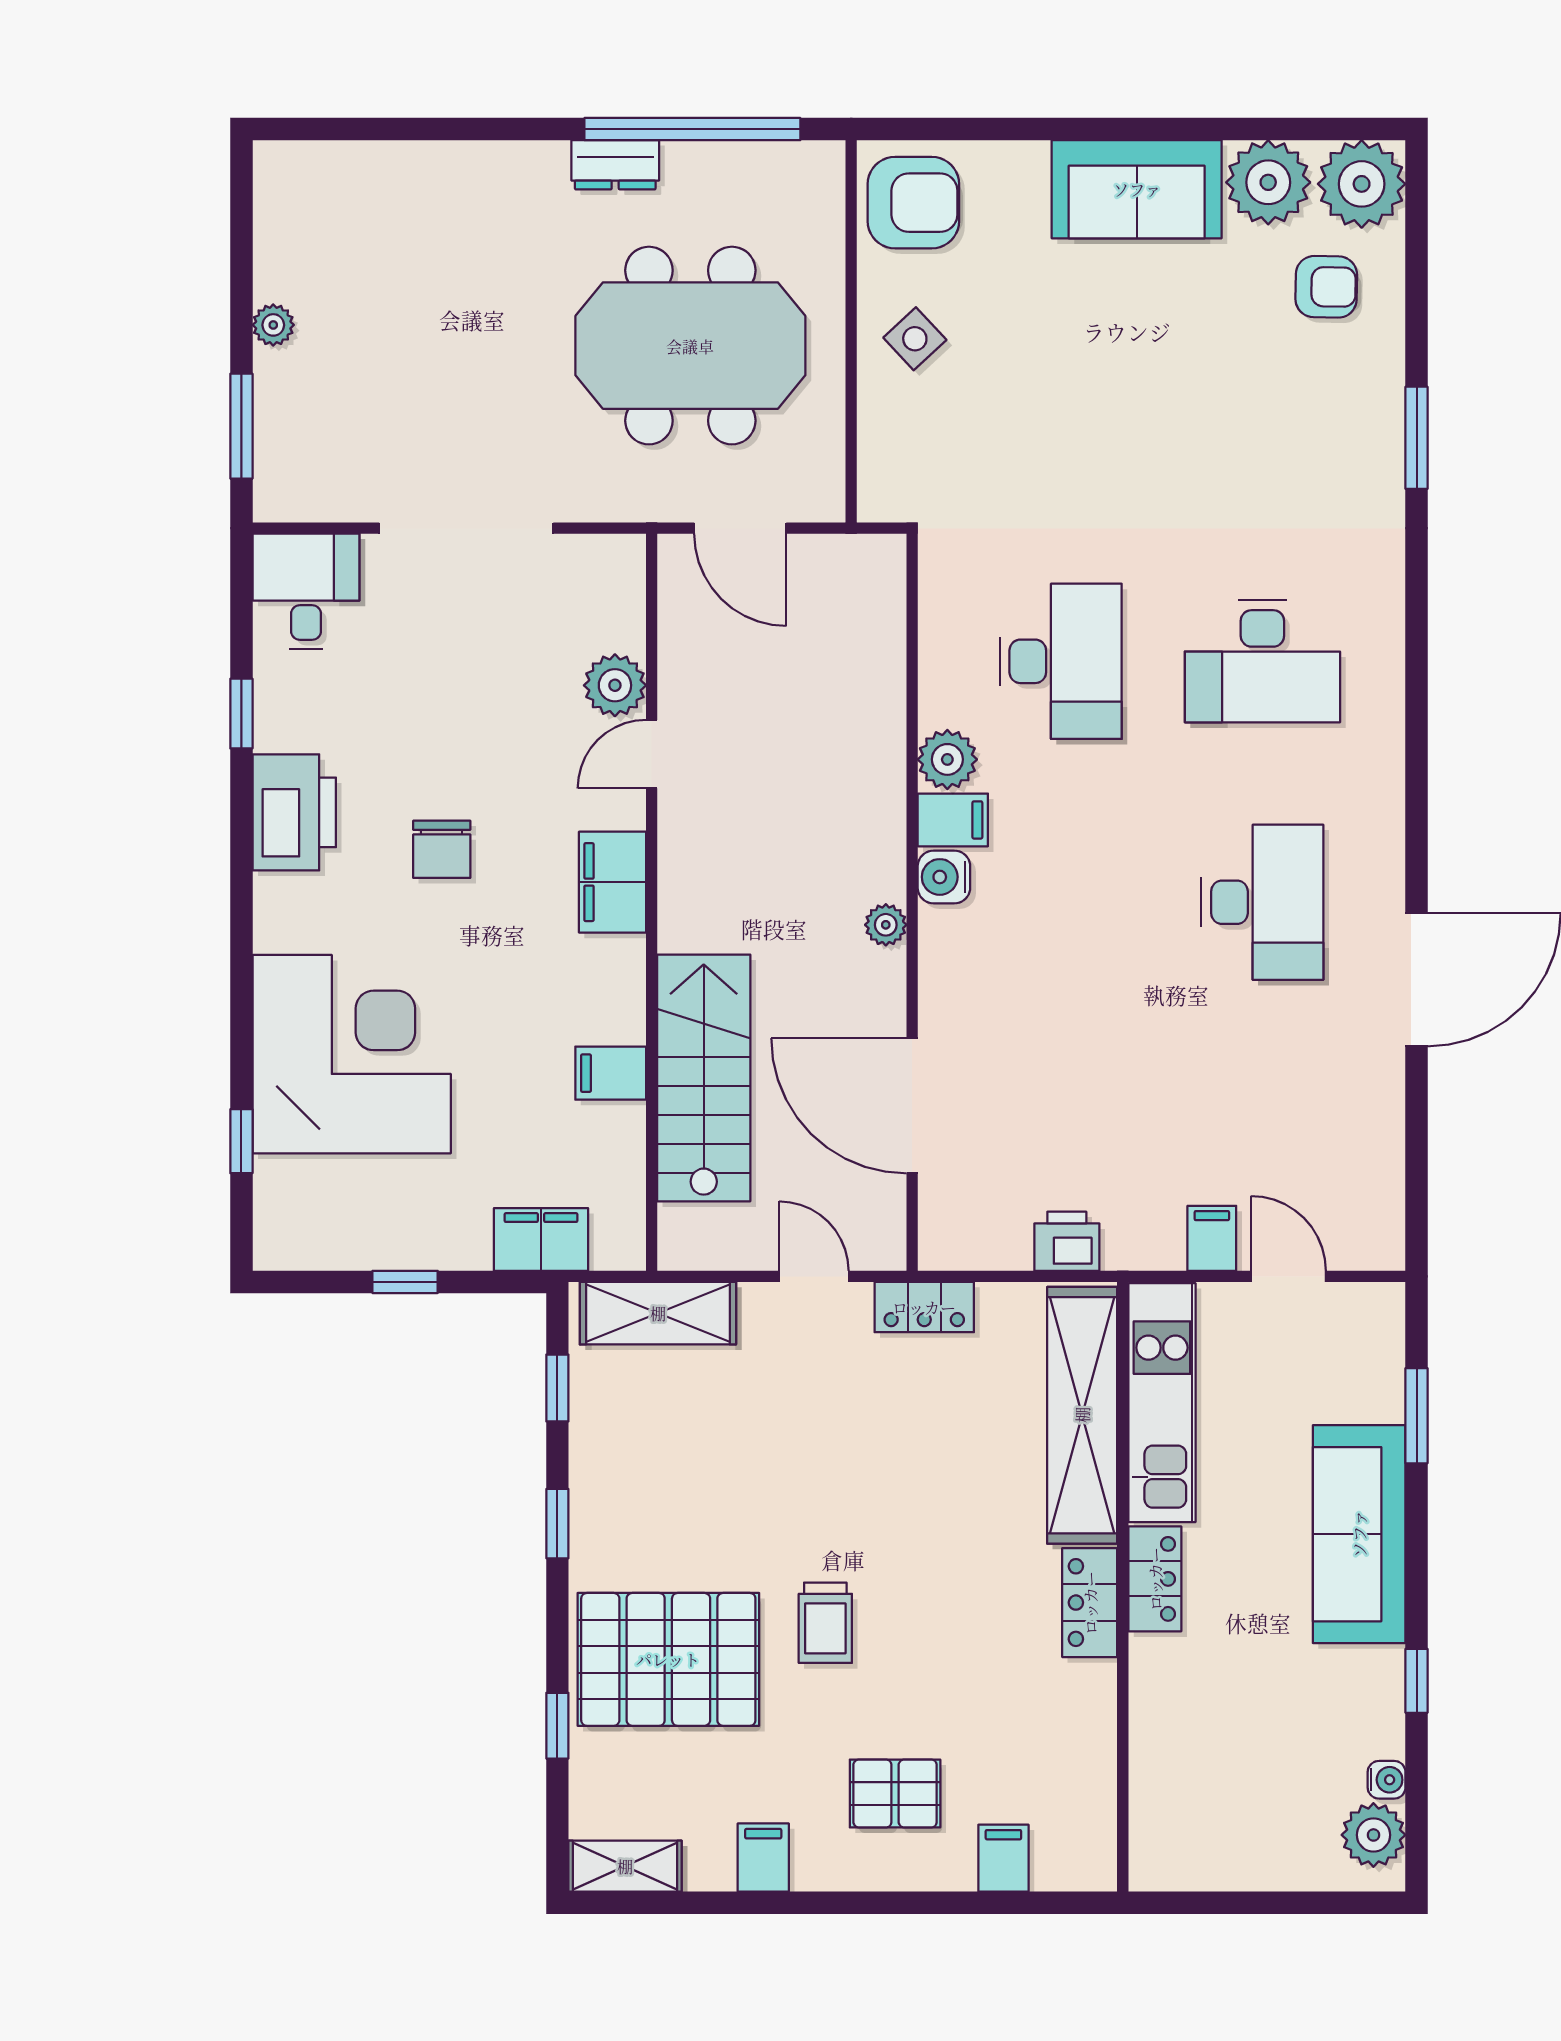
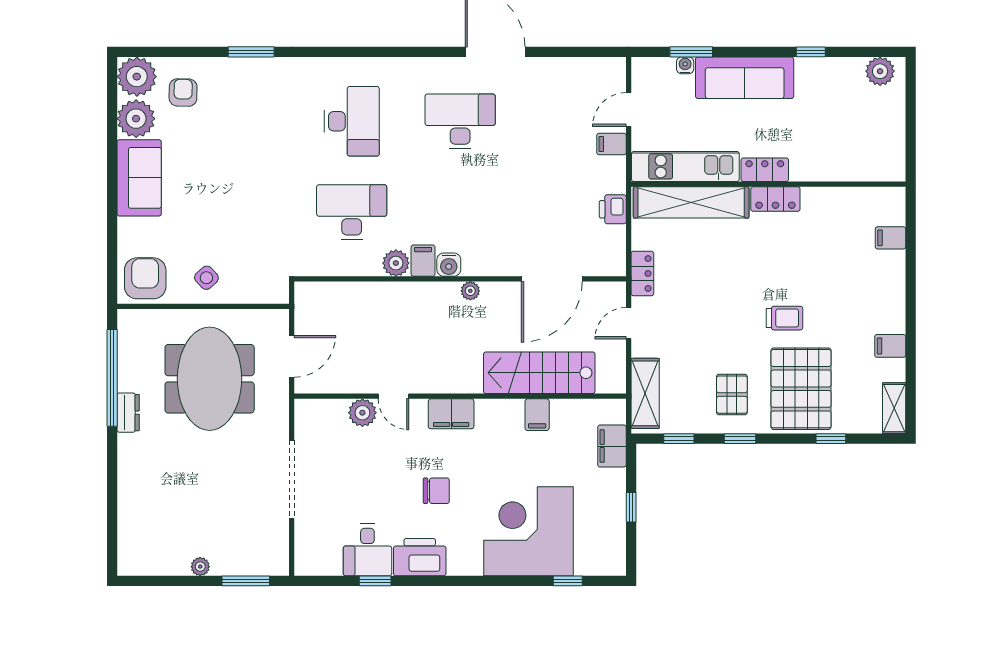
desk: (306, 591) -> (367, 550), moved, turned -90
water cooler: (1387, 1780) -> (685, 65), moved
pallet: (895, 1793) -> (732, 395), moved

